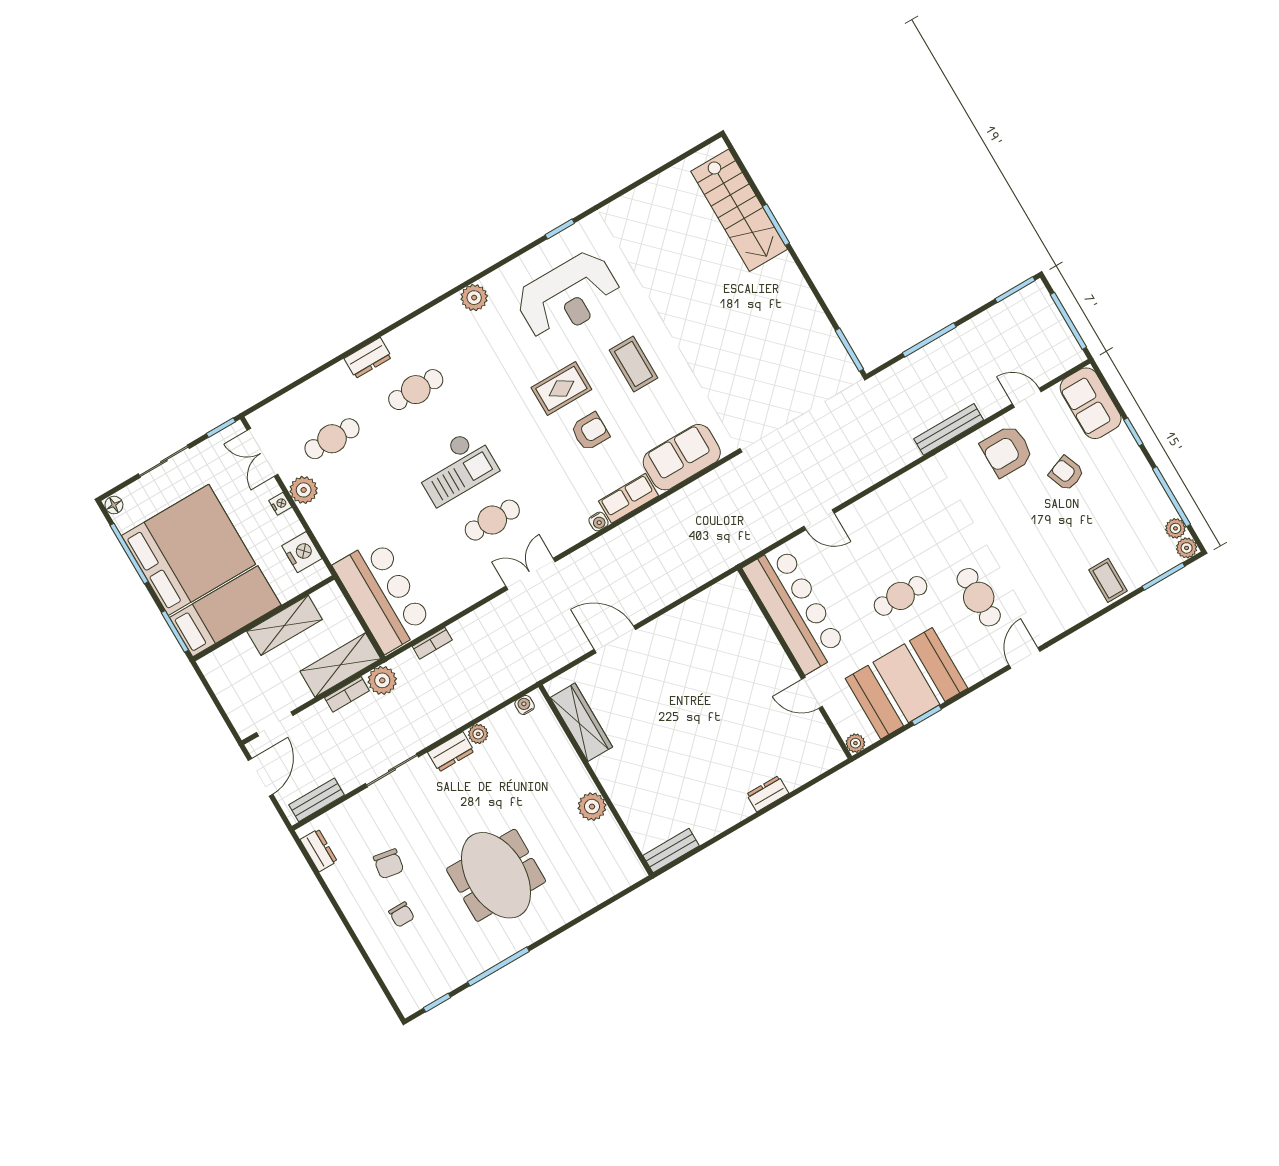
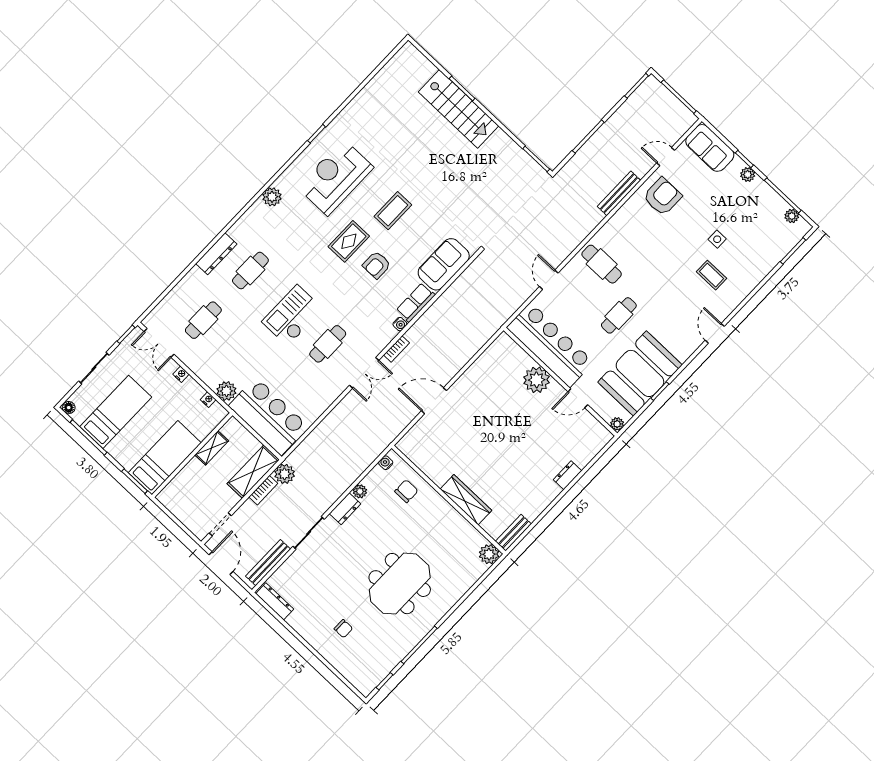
stairs: (739, 210) -> (458, 109), moved
reception desk: (568, 296) -> (335, 177), turned 180
dresser: (368, 358) -> (216, 254), width x1.44
coffee table: (634, 364) -> (393, 211), turned 90
armchair: (590, 432) -> (377, 265), turned 180
armchair: (1007, 451) -> (662, 197), turned 180
checkout: (455, 467) -> (292, 315), turned 180
armchair: (1066, 473) -> (707, 200), removed
plant: (304, 490) -> (226, 391), moved
door: (819, 520) -> (549, 280), swing flipped
side table: (1065, 531) -> (717, 239), added
plant: (1187, 548) -> (748, 175), moved
bed: (189, 550) -> (116, 412), width x0.49
nightstand: (302, 552) -> (208, 400), width x0.53, depth x0.56
double door: (531, 574) -> (364, 373), swing flipped
coffee table: (1108, 580) -> (711, 275), moved
cafe table: (979, 597) -> (602, 264), moved
shelving: (285, 625) -> (212, 448), width x0.67, depth x0.75
bookcase: (432, 643) -> (397, 349), moved
plant: (763, 651) -> (537, 380), added
wardrobe: (581, 722) -> (466, 500), moved
bench: (317, 800) -> (268, 563), width x1.36
plant: (592, 807) -> (489, 554), moved
dresser: (319, 850) -> (275, 601), width x1.44
chair: (388, 864) -> (406, 491), moved, turned -100
meeting table: (496, 875) -> (400, 584), turned 90

